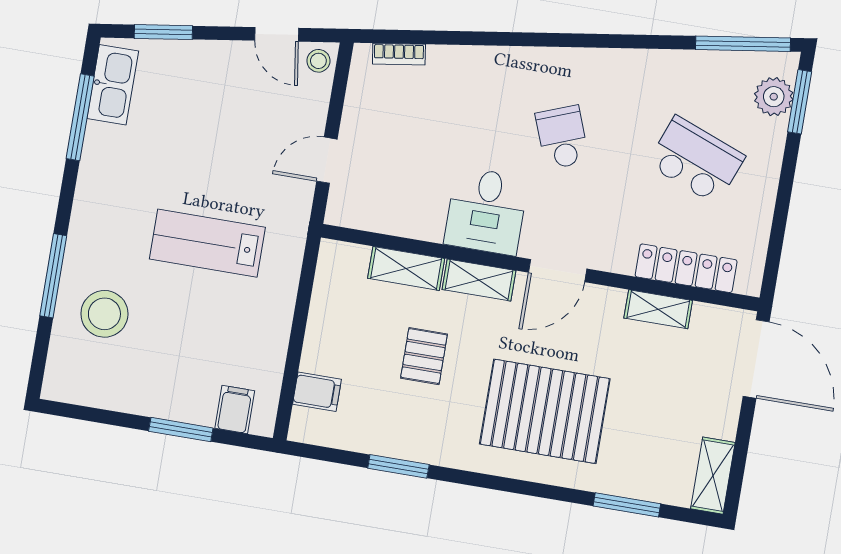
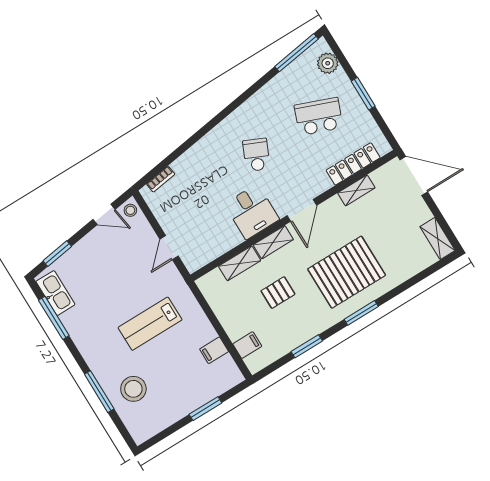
window: (800, 102) -> (363, 94), moved
school desk: (562, 137) -> (256, 155), turned 45
pallet: (424, 356) -> (278, 293), turned 90
filing cabinet: (235, 410) -> (214, 350), moved, turned -90
window: (627, 505) -> (361, 313), moved

